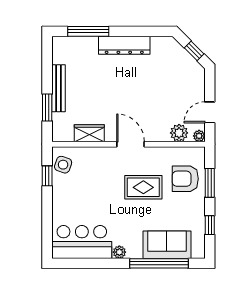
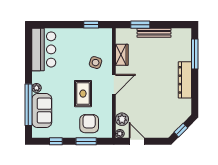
side table: (63, 165) -> (96, 63), moved
plant: (119, 252) -> (36, 88), moved

